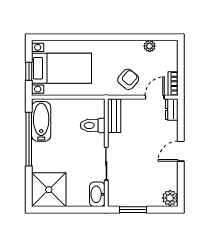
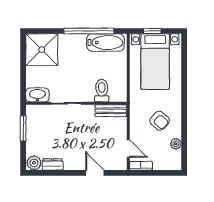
armchair: (128, 79) -> (160, 121), moved
dresser: (172, 110) -> (53, 164), moved
door: (181, 151) -> (95, 173), moved

